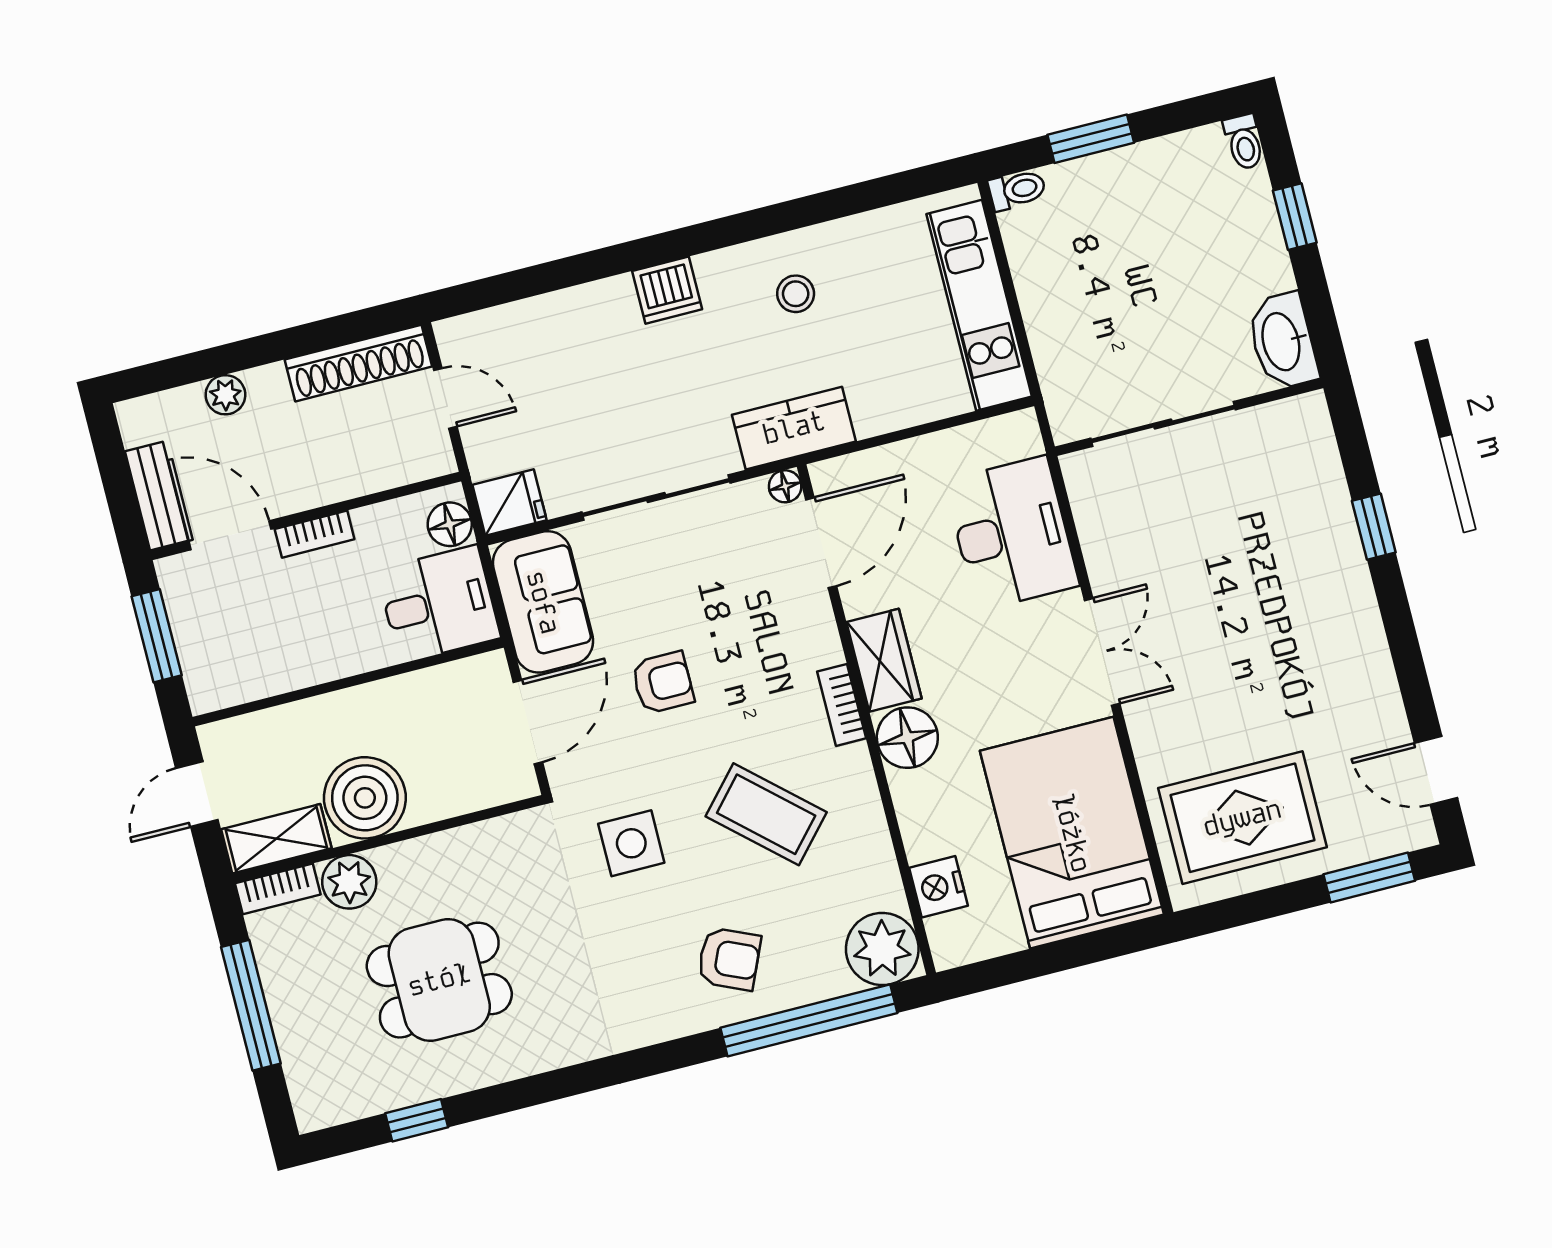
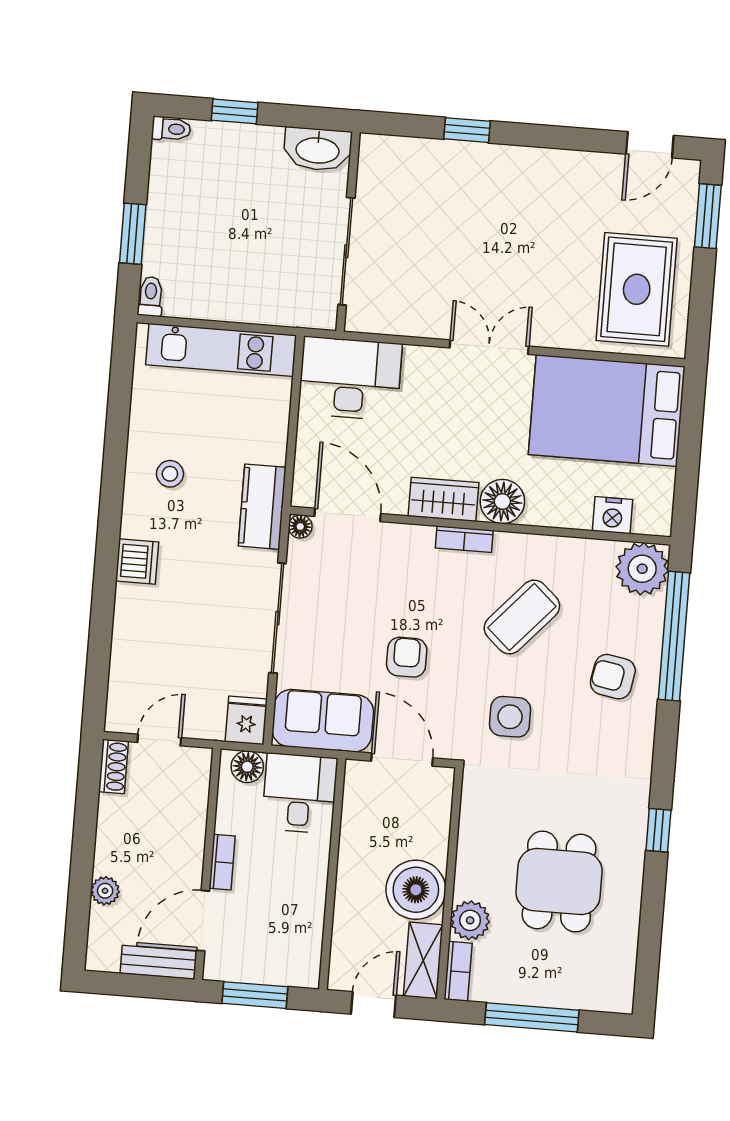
shoe rack: (358, 363) -> (114, 766), width x0.51, depth x0.81
desk: (1012, 533) -> (350, 378), moved
door: (197, 794) -> (374, 1005), swing flipped
armchair: (729, 959) -> (613, 677), turned -104
window: (417, 1120) -> (658, 830), moved

